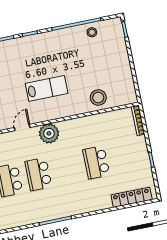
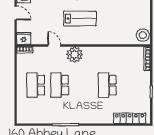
stool: (98, 98) -> (143, 35), moved
door: (22, 127) -> (54, 46), hinge flipped

